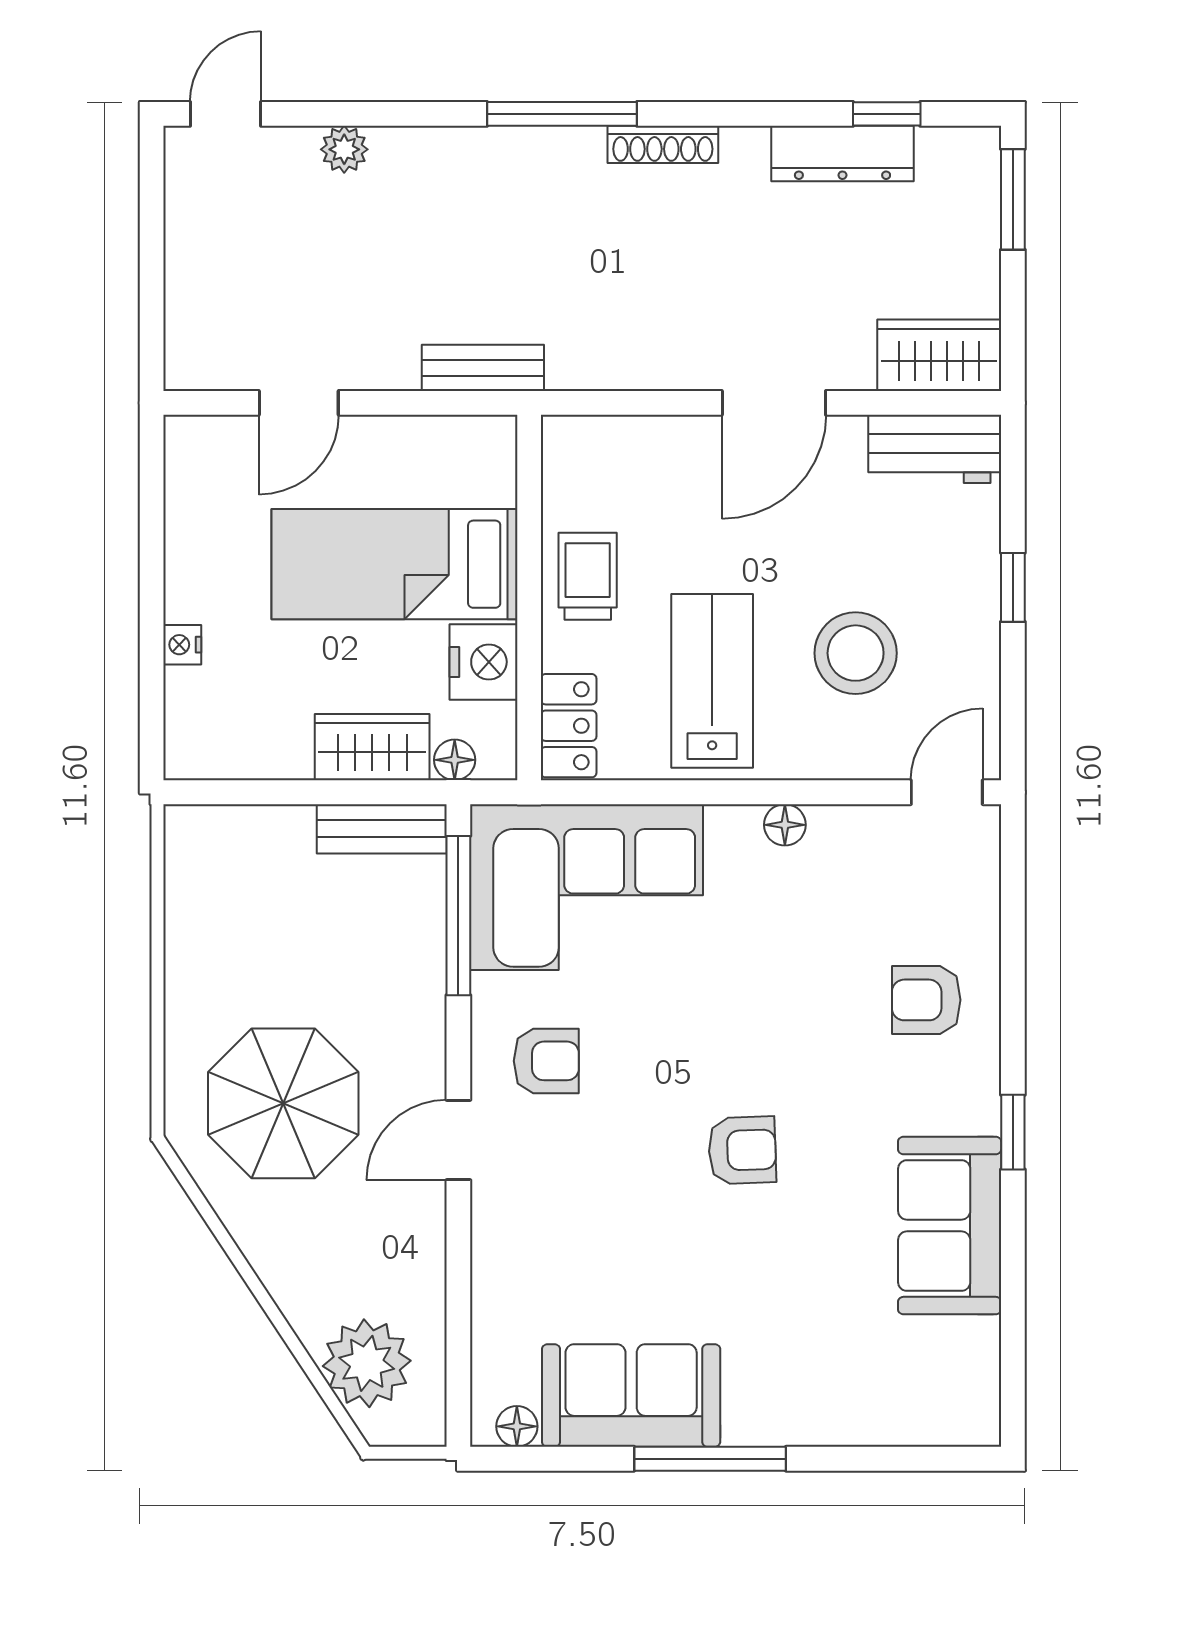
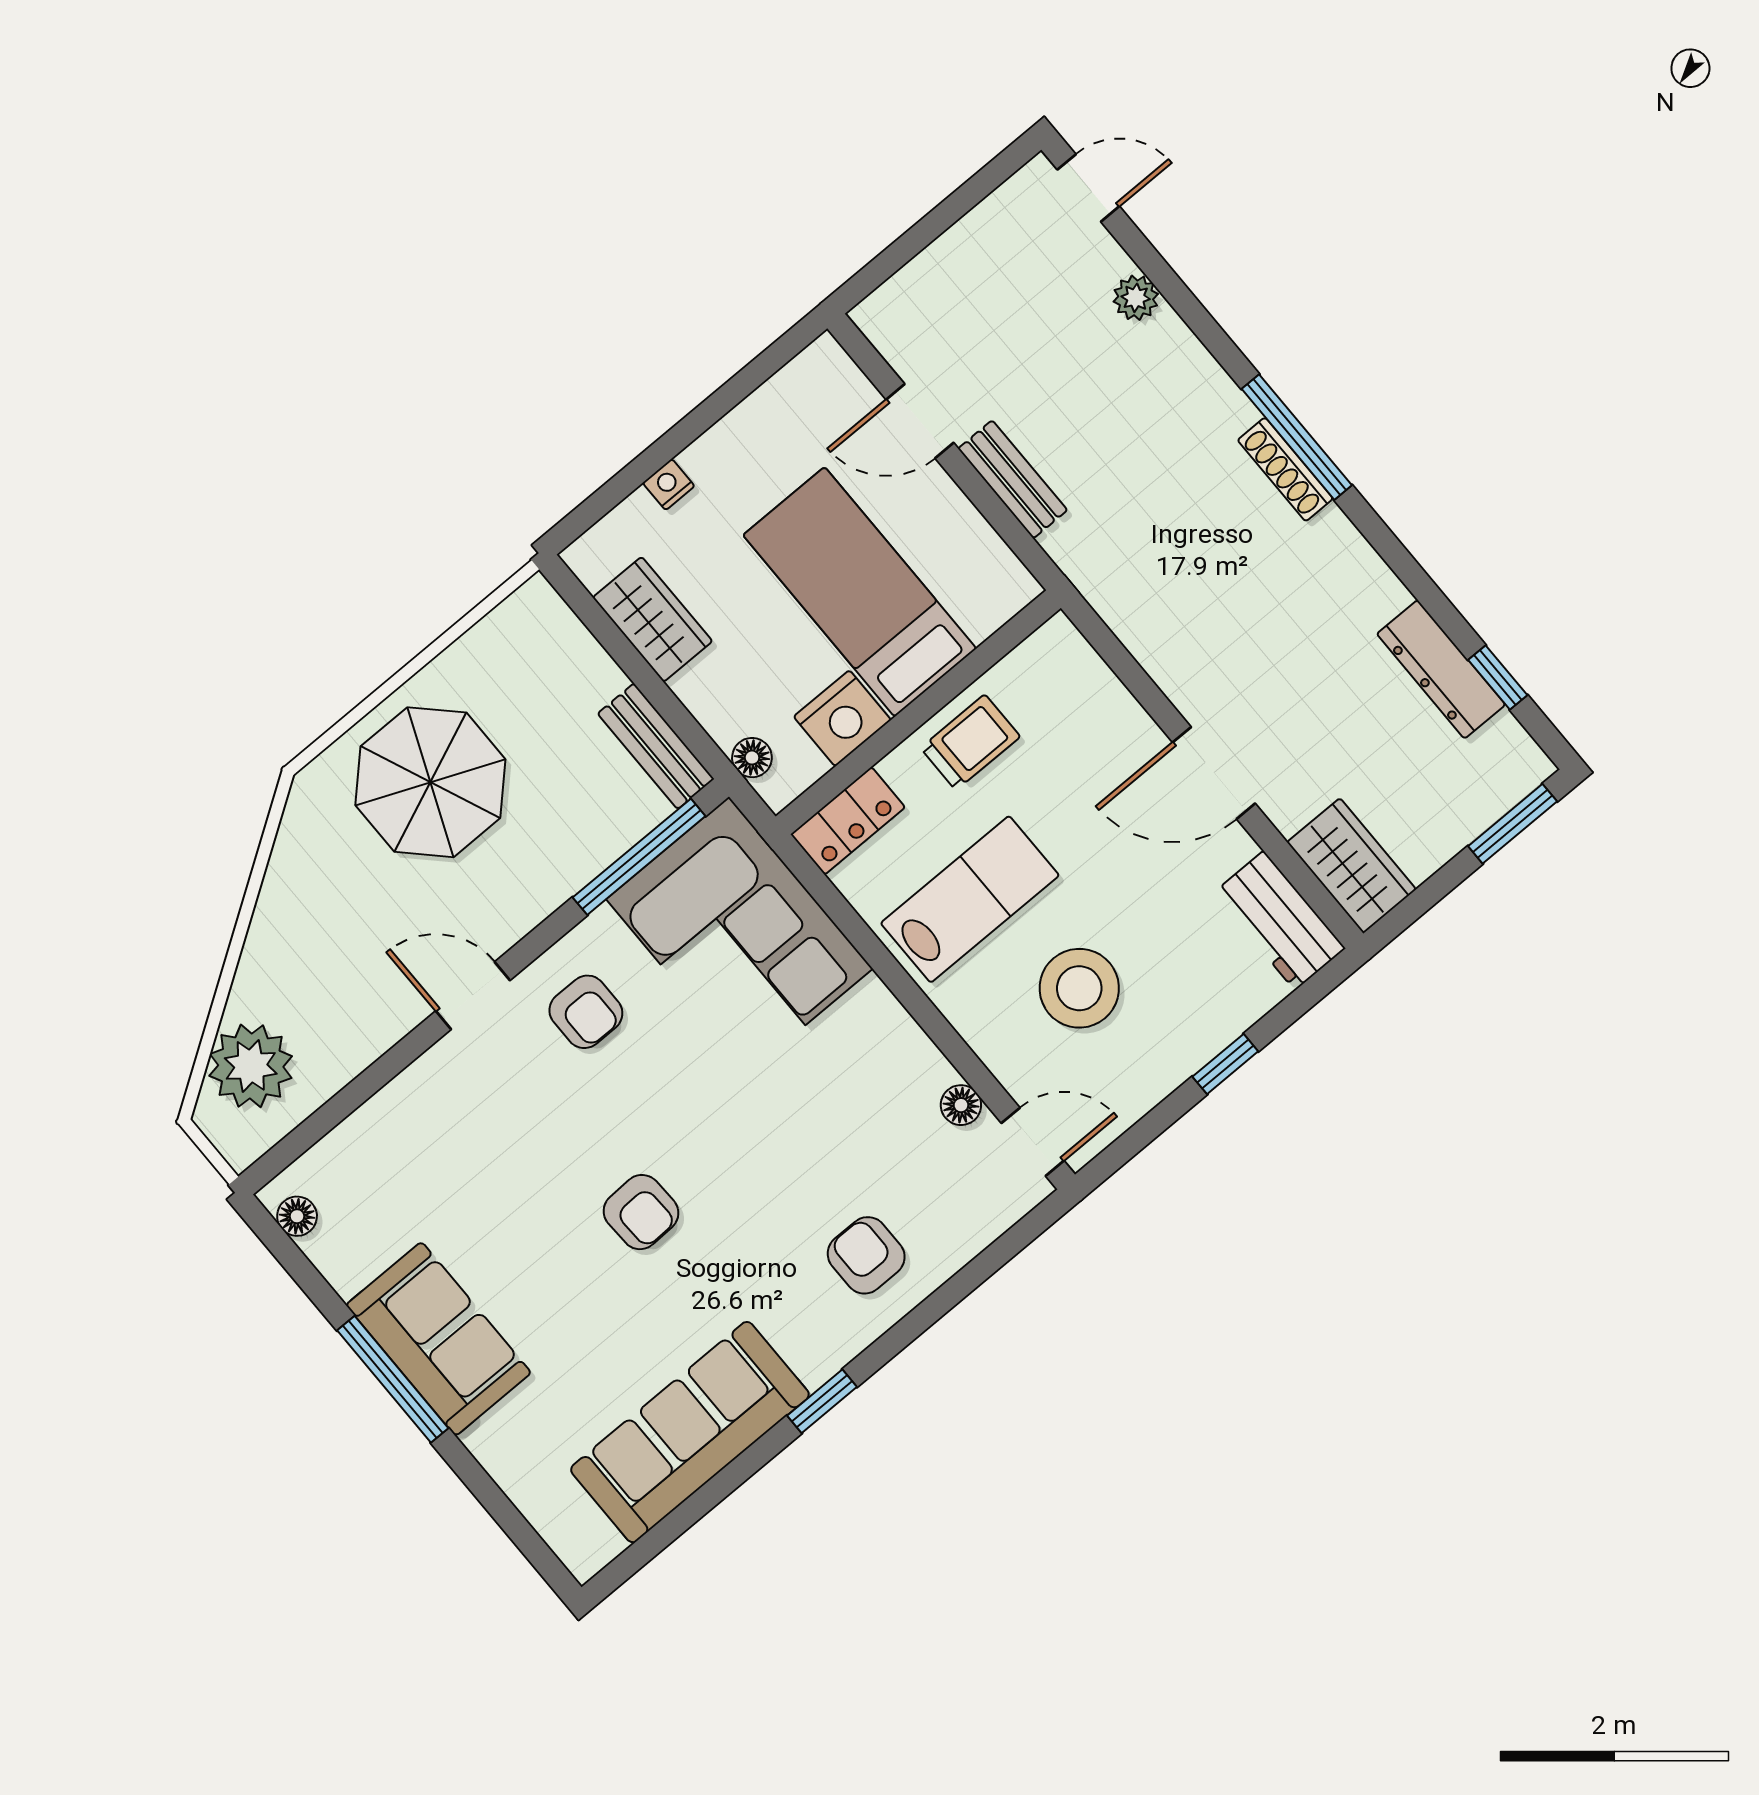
shoe rack: (663, 144) -> (1285, 469), moved
bench: (483, 368) -> (1013, 479), moved
wardrobe: (372, 747) -> (653, 619), moved
floor lamp: (785, 825) -> (961, 1105), moved
parasol: (283, 1103) -> (430, 782), moved
sofa: (950, 1226) -> (690, 1432), width x1.36
sofa: (631, 1395) -> (439, 1339), moved

